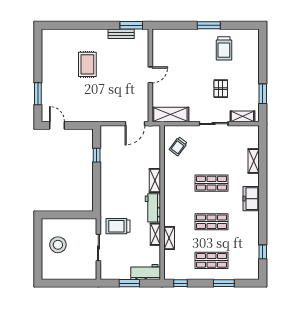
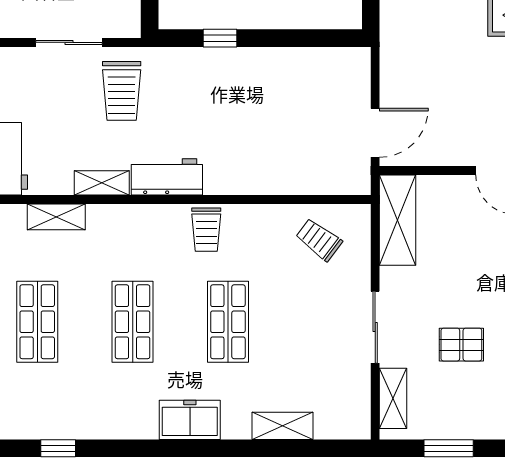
door: (135, 124) -> (375, 133), swing flipped
window: (97, 155) -> (220, 38), moved
shelving: (155, 181) -> (234, 182), removed
trolley: (174, 192) -> (206, 230), added
trolley: (118, 226) -> (122, 91), turned 180
shelving: (169, 238) -> (56, 217), moved

